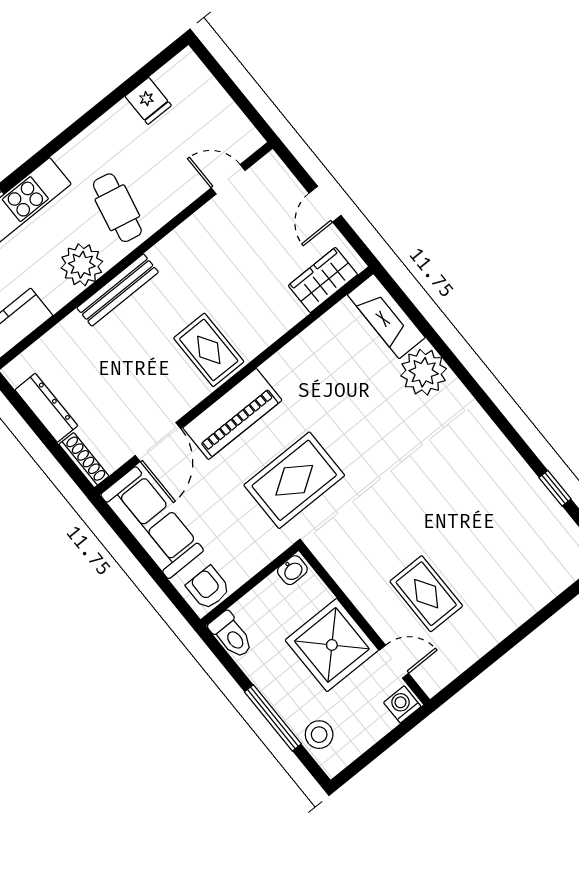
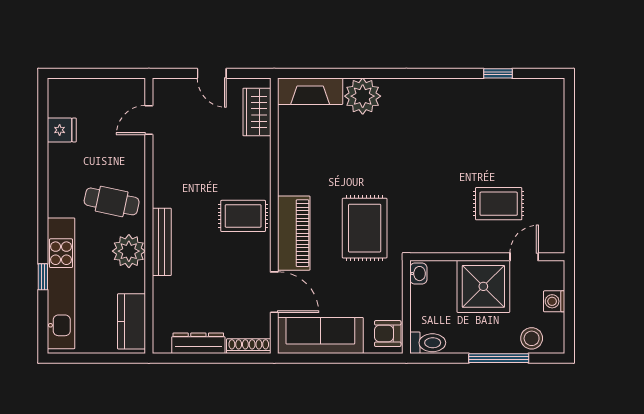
washing machine: (402, 704) -> (554, 301), moved

